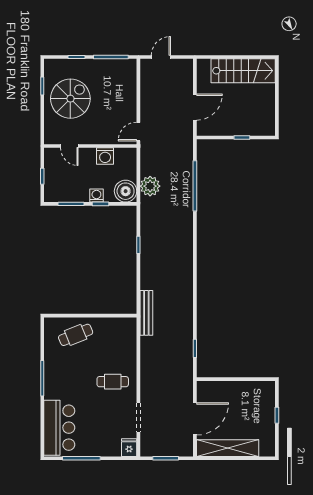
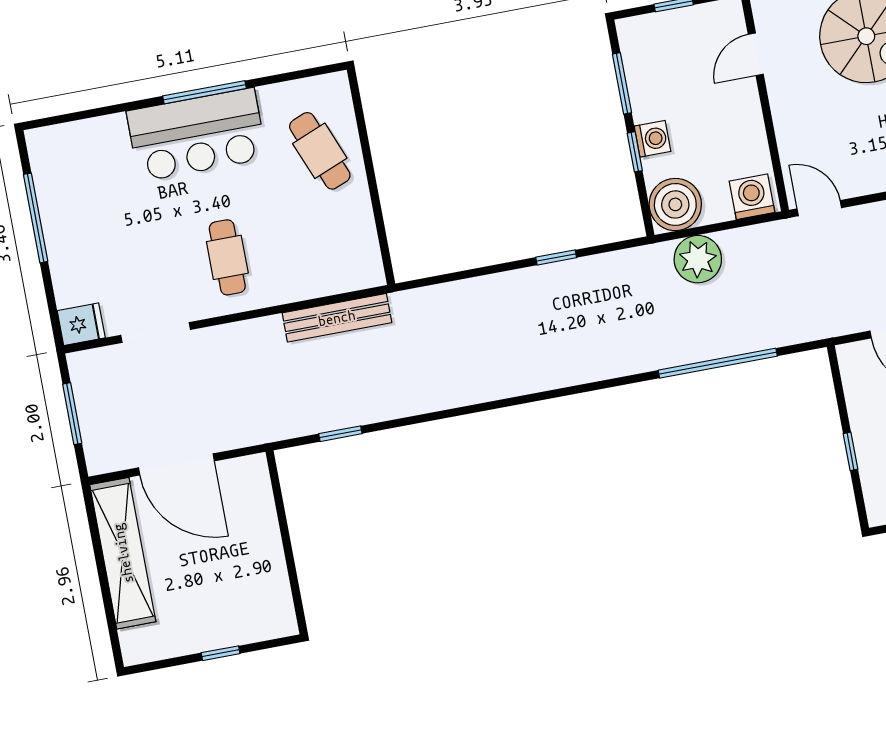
washing machine: (105, 156) -> (752, 197), moved, turned 90
bench: (146, 313) -> (337, 318), moved
bar counter: (59, 428) -> (197, 135), moved

